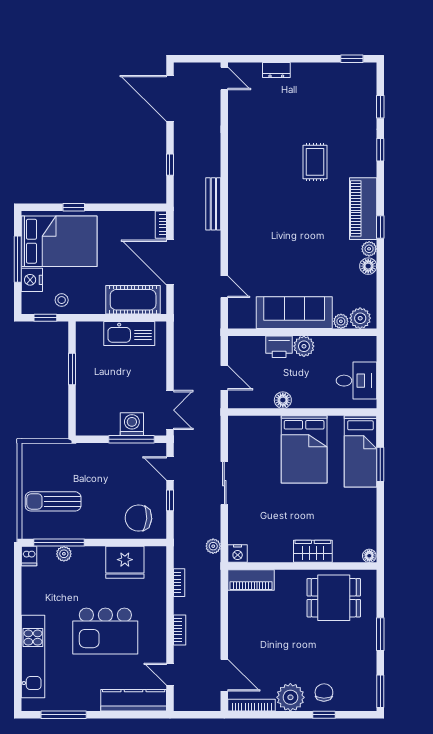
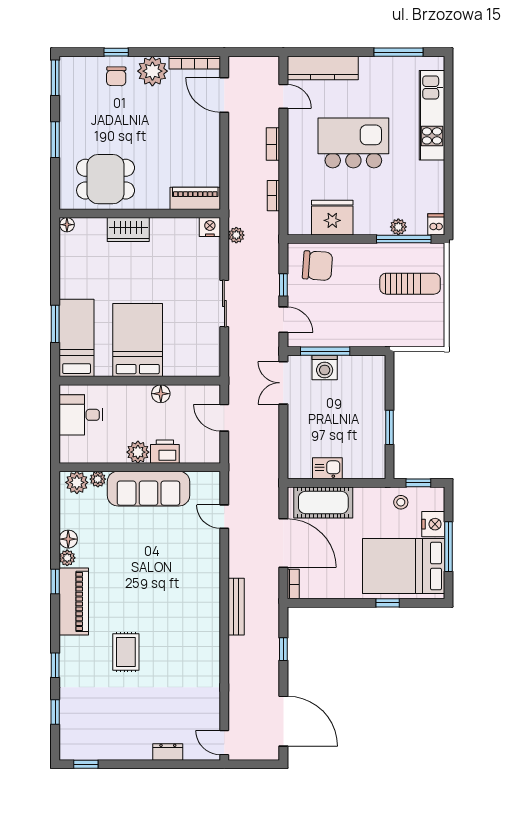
kitchen sink: (129, 334) -> (327, 468), width x0.53, depth x0.81

